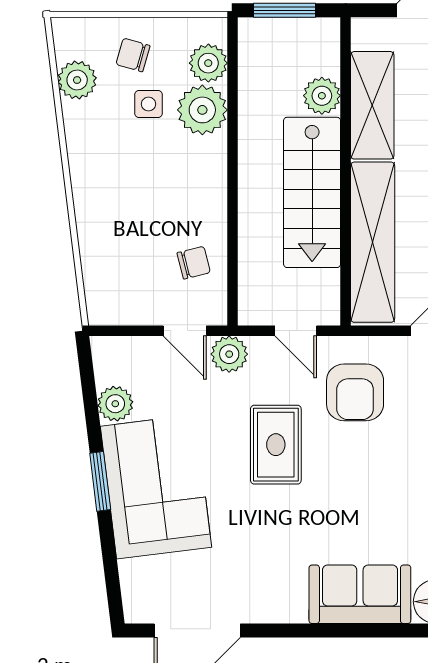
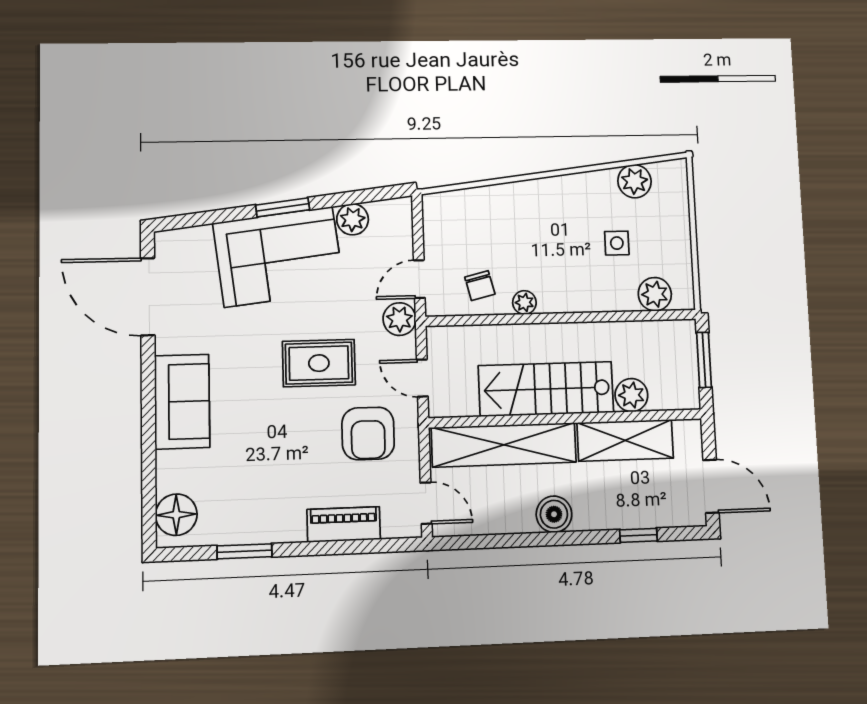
chair: (133, 55) -> (658, 229), removed
plant: (202, 110) -> (524, 302), moved, width x0.53, depth x0.53
door: (296, 331) -> (422, 378), hinge flipped
armchair: (355, 392) -> (368, 433), turned -90
sofa: (360, 594) -> (182, 402), moved

